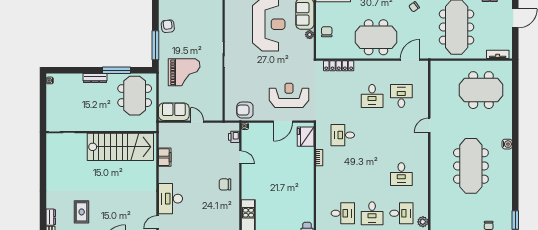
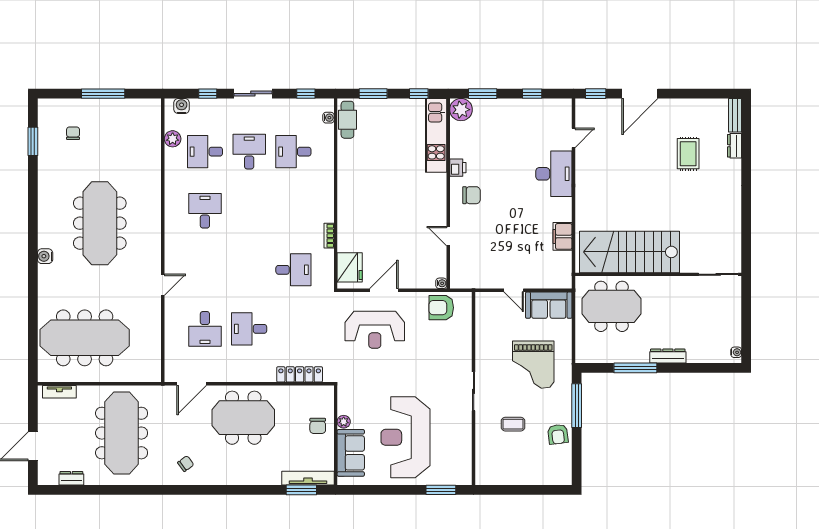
coffee table: (197, 33) -> (513, 424), added
grand piano: (184, 72) -> (533, 365), turned -90
meeting table: (481, 90) -> (85, 338), width x1.36
meeting table: (135, 96) -> (611, 306), moved, turned 90
desk: (372, 96) -> (249, 329), turned -90
armchair: (245, 110) -> (441, 308), turned 180
printer: (234, 137) -> (458, 168), moved

